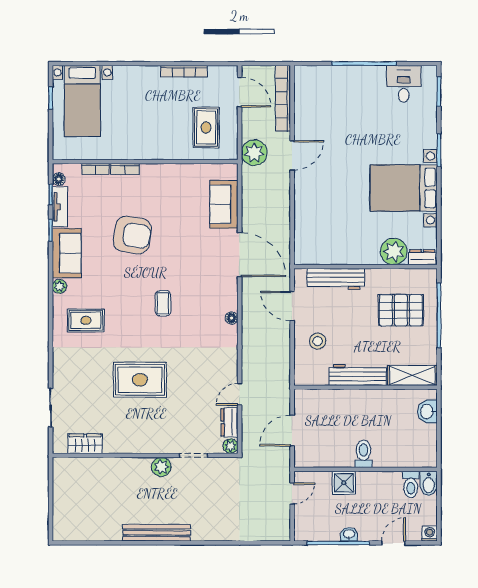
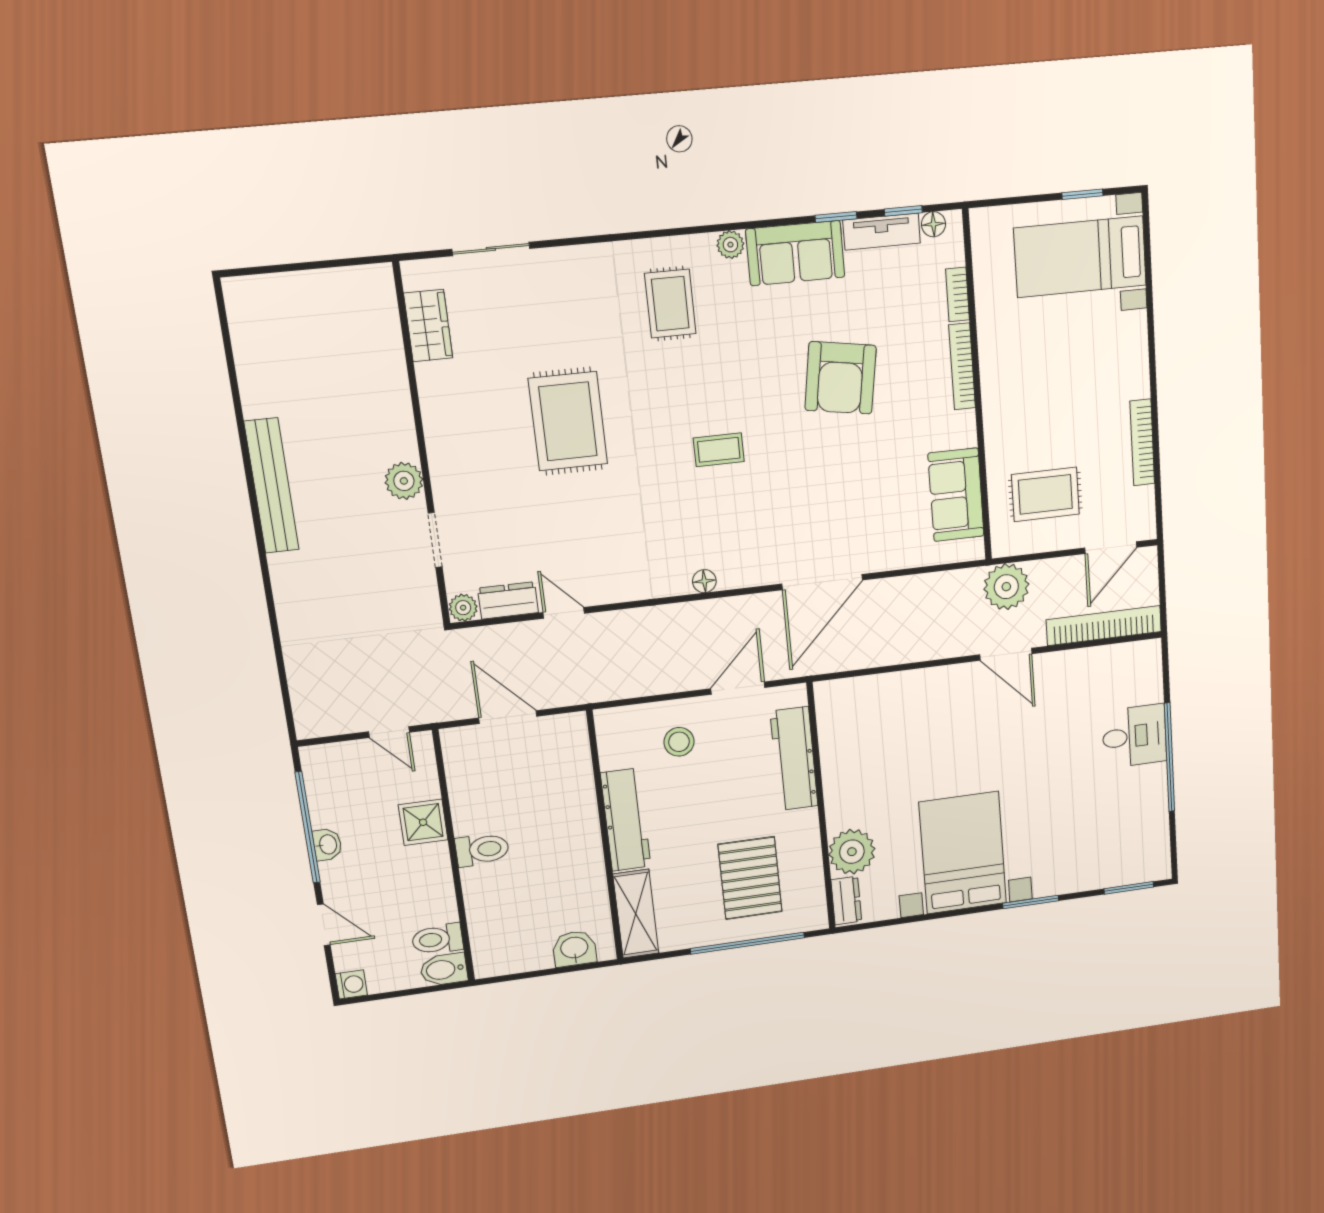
desk: (404, 84) -> (1134, 736), moved
bookcase: (125, 169) -> (962, 366), width x1.56
sofa: (224, 204) -> (956, 495), moved, turned -90

